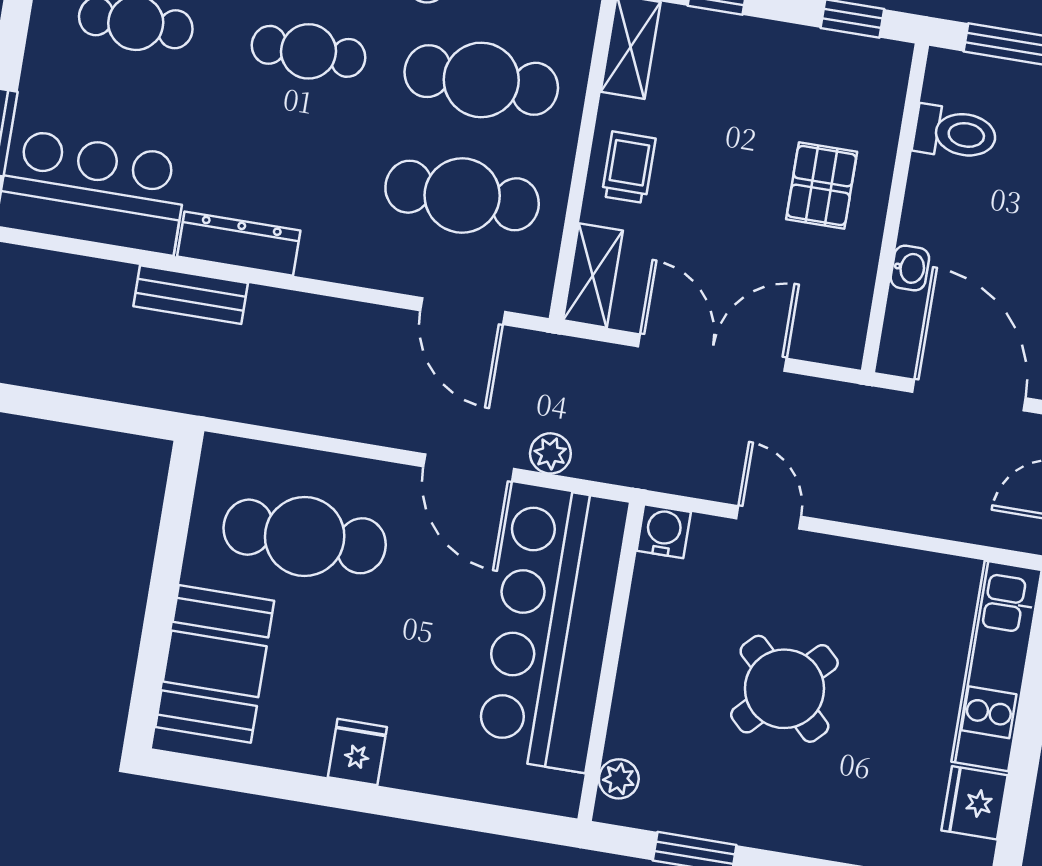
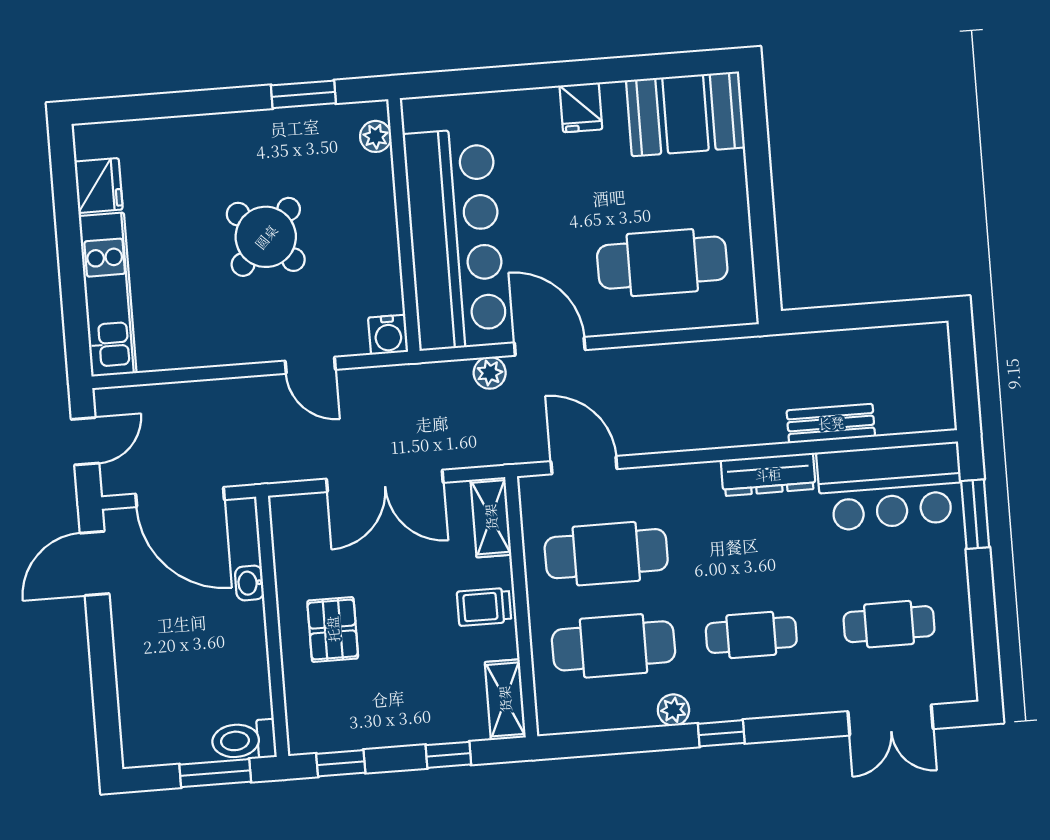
toilet: (955, 133) -> (244, 740), moved
trolley: (629, 167) -> (484, 607), turned 90
bench: (191, 295) -> (831, 423), moved
booth: (215, 664) -> (685, 114), moved, turned 90

